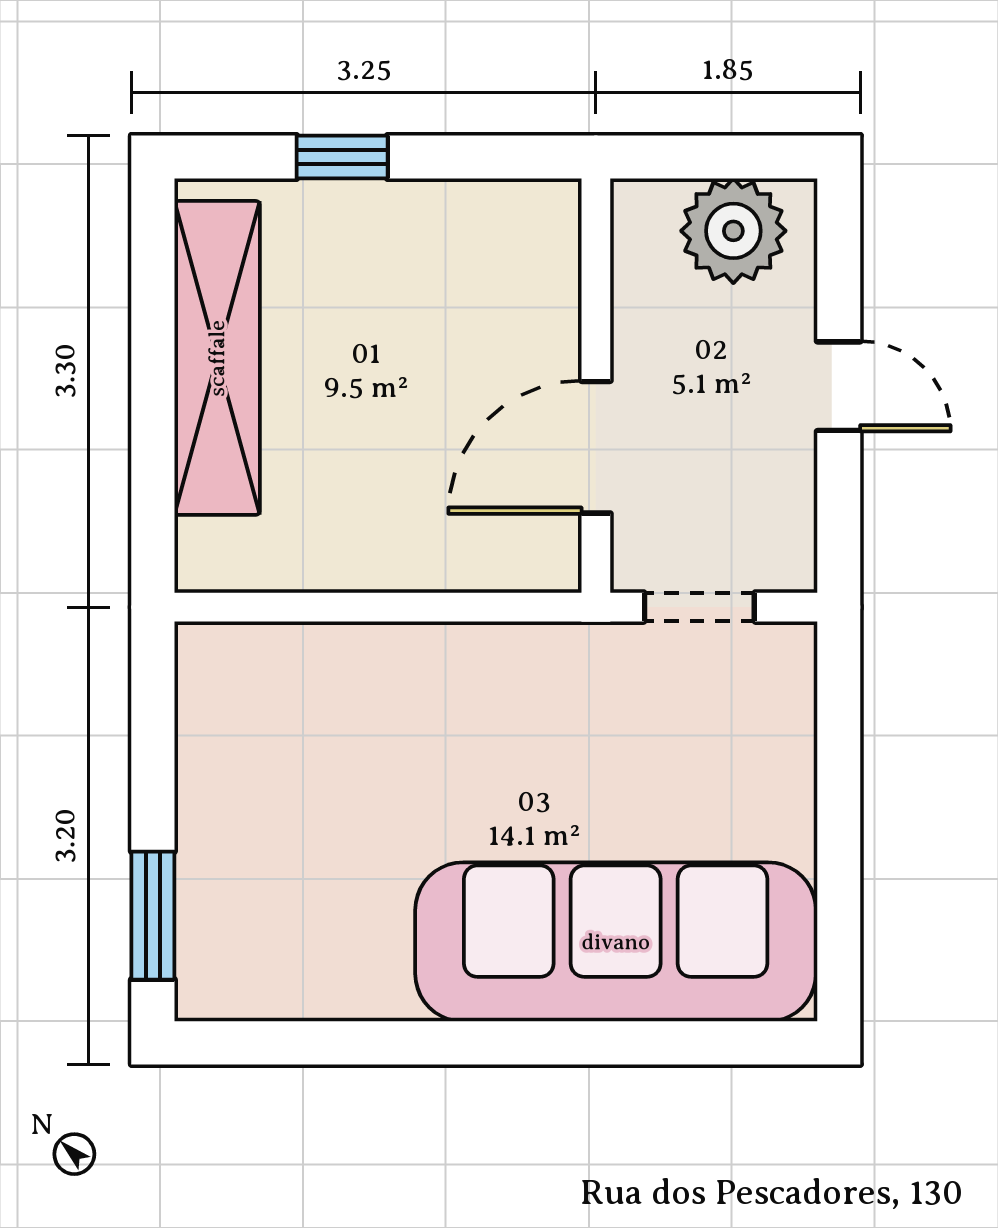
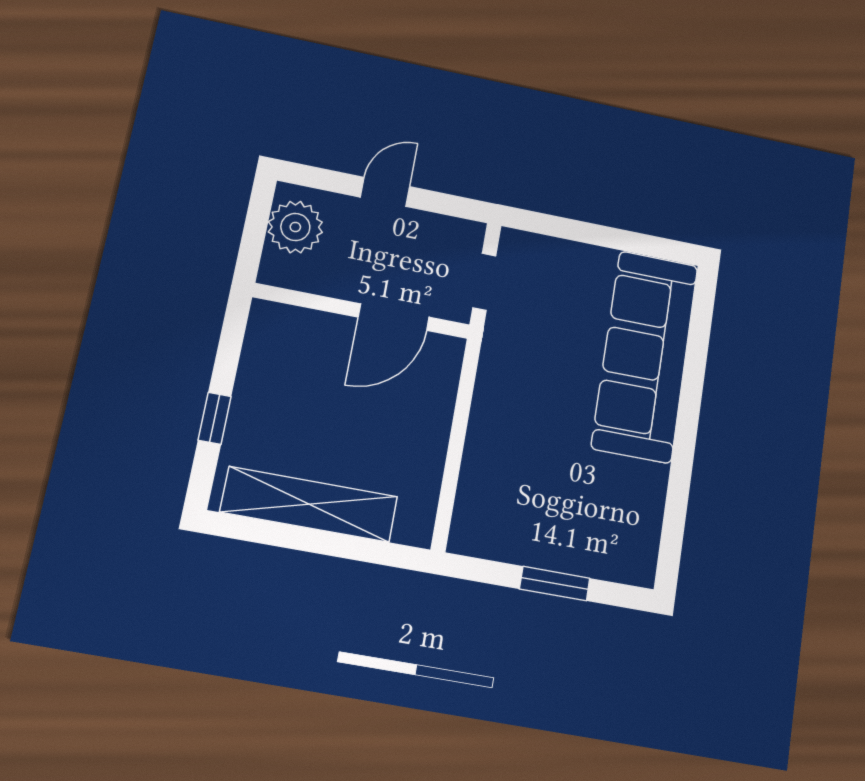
door: (596, 447) -> (394, 317), hinge flipped
window: (153, 916) -> (555, 584), moved

